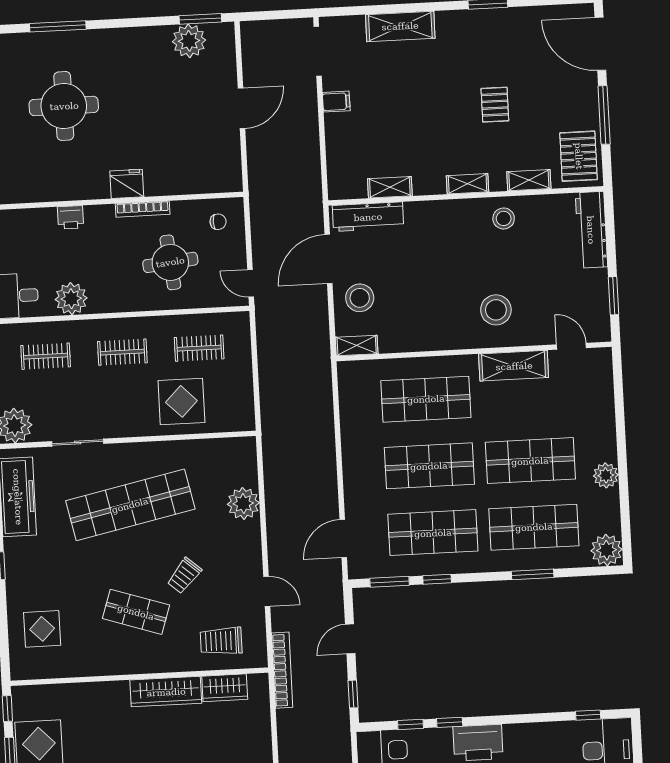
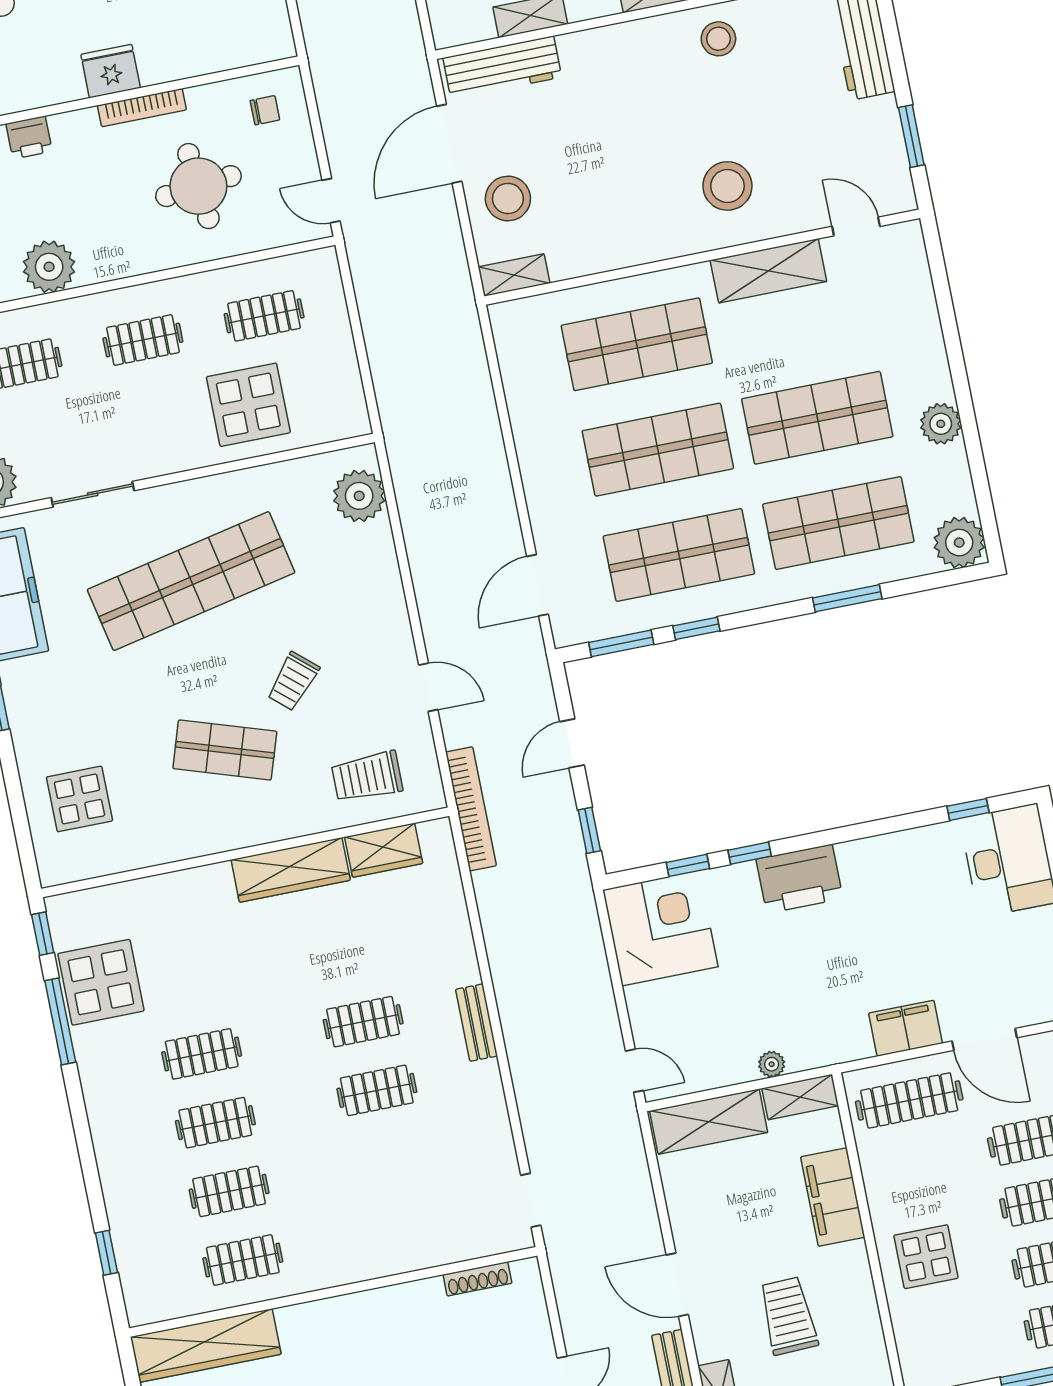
plant: (243, 503) -> (359, 496), moved

